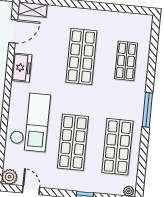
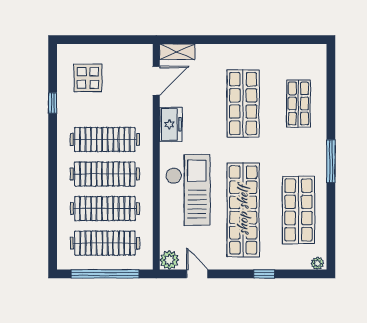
shop shelf: (73, 142) -> (243, 210), width x1.40

